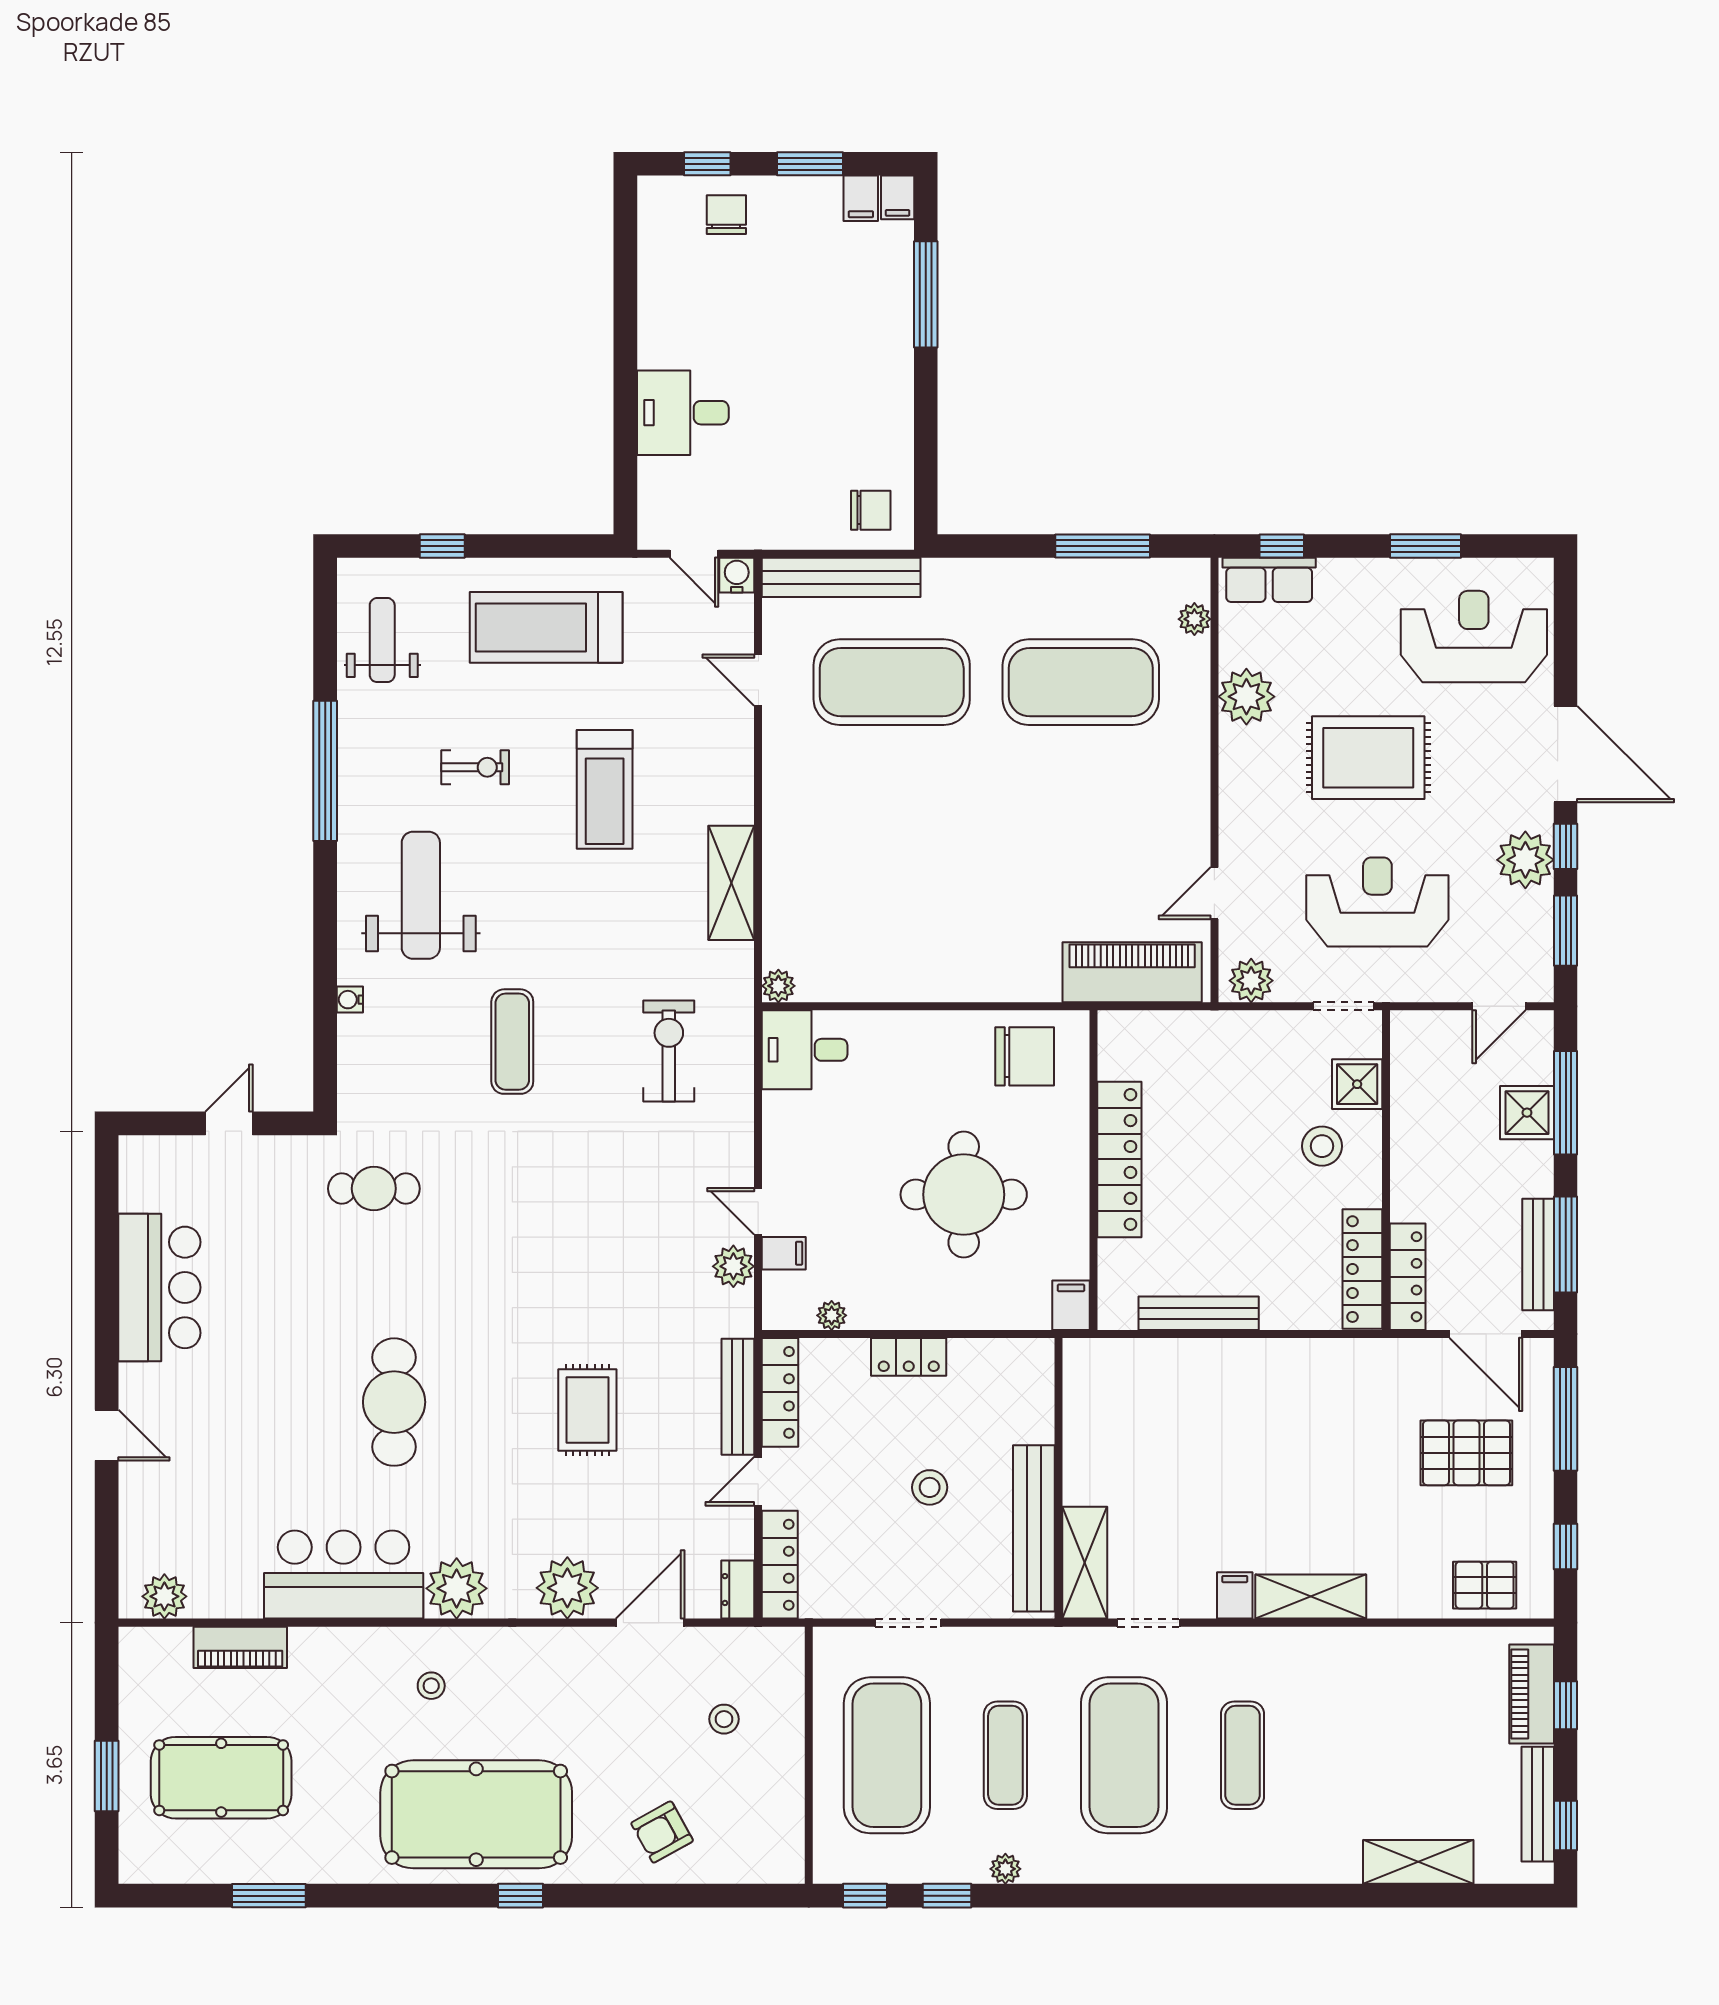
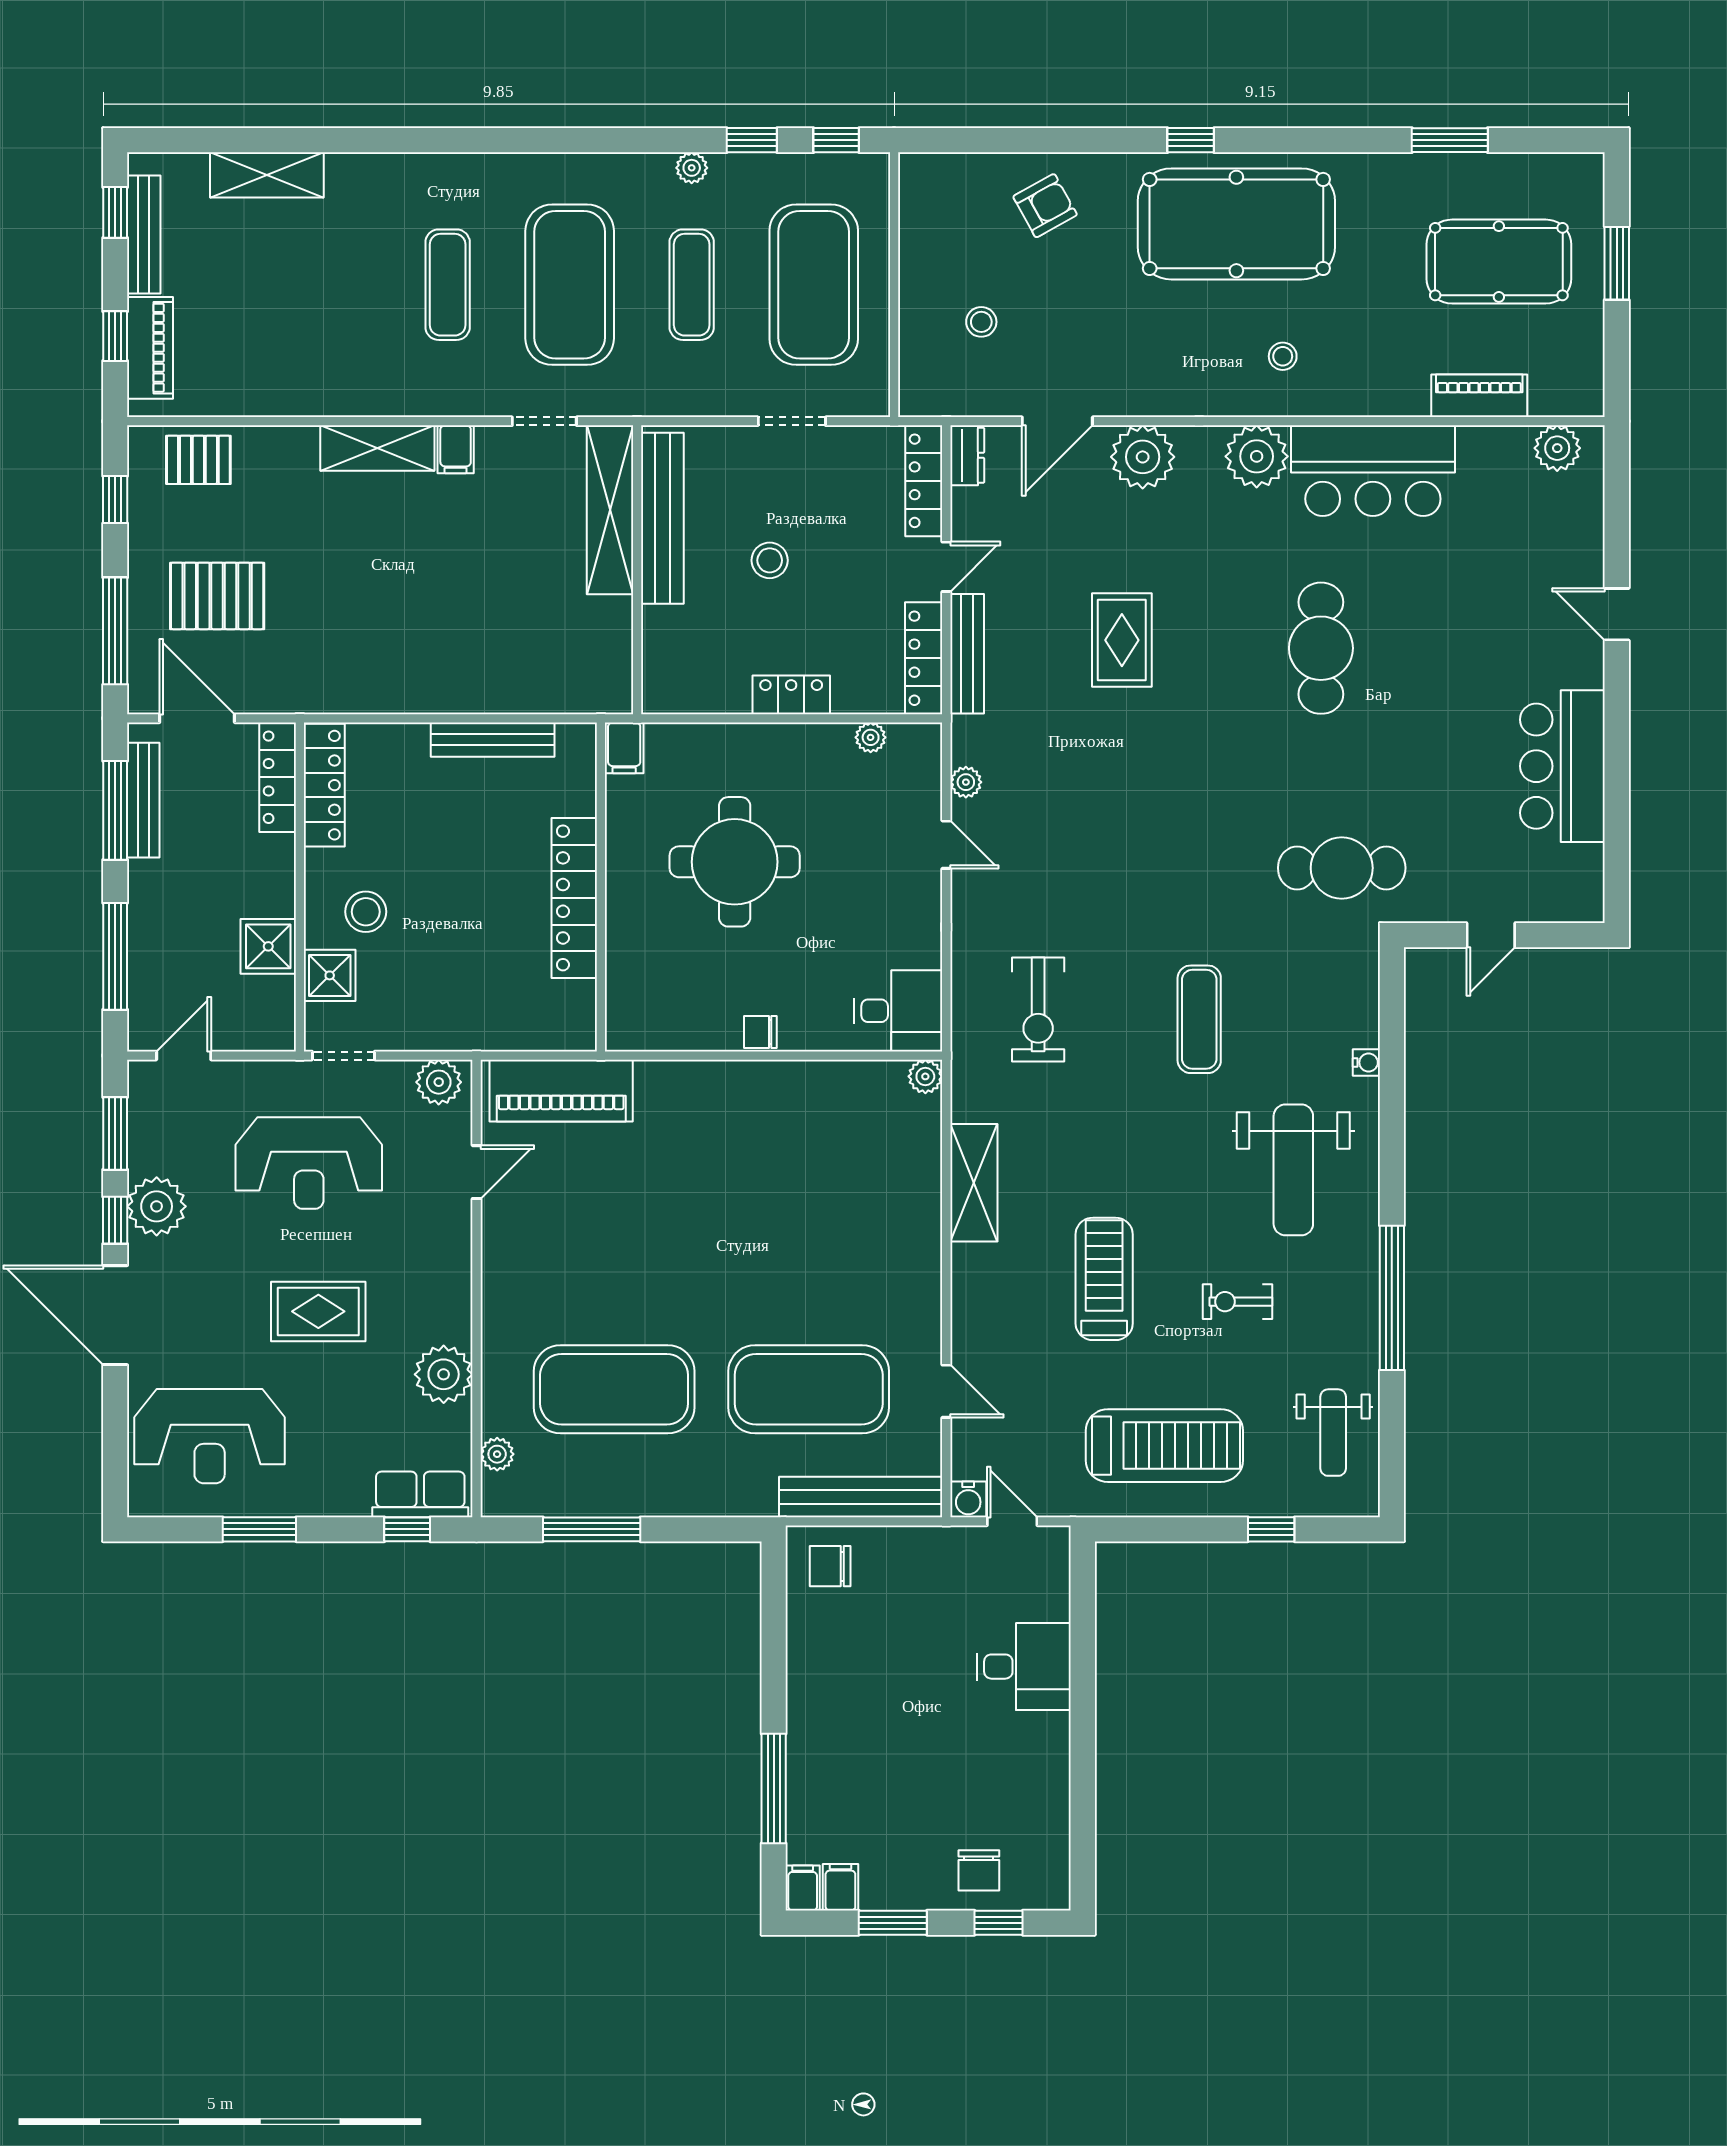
rug: (1368, 758) -> (318, 1311), width x0.73, depth x0.70
chair: (1025, 1056) -> (760, 1032), moved, width x0.54, depth x0.54
shower: (1527, 1113) -> (268, 946), moved
cafe table: (374, 1189) -> (1342, 868), width x1.37, depth x1.35
filing cabinet: (784, 1253) -> (920, 801), removed
plant: (733, 1266) -> (966, 782), width x0.73, depth x0.73
shelving: (1085, 1563) -> (610, 510), width x1.47

